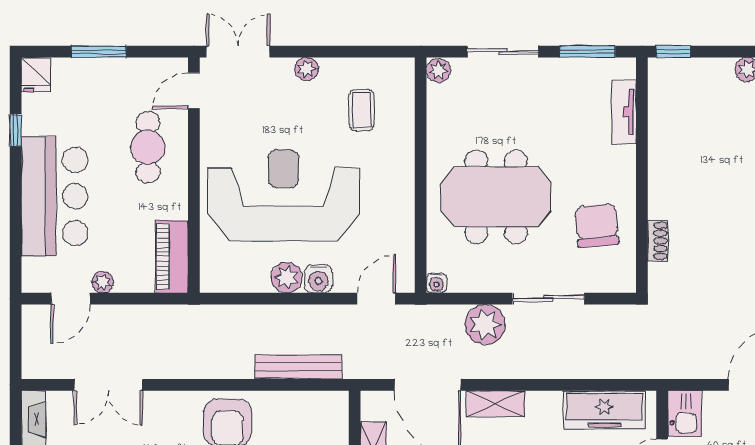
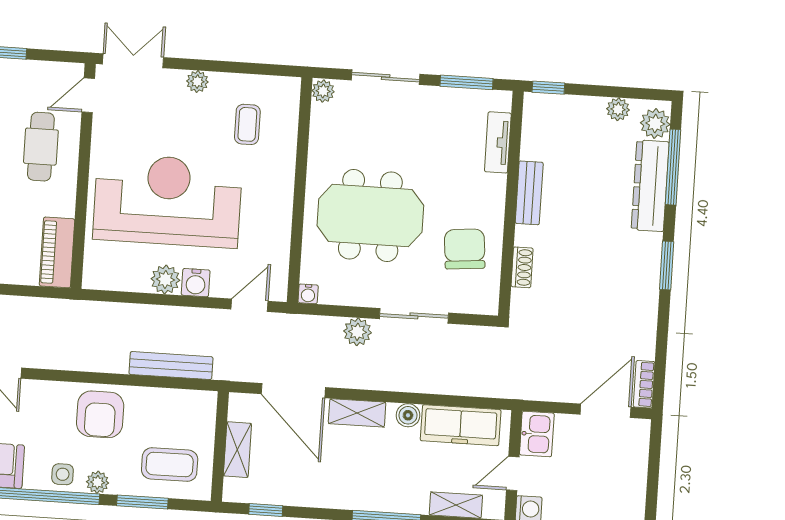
bench: (660, 163) -> (529, 193), added
plant: (485, 325) -> (357, 332), width x0.73, depth x0.73
boiler: (549, 403) -> (408, 415), added

